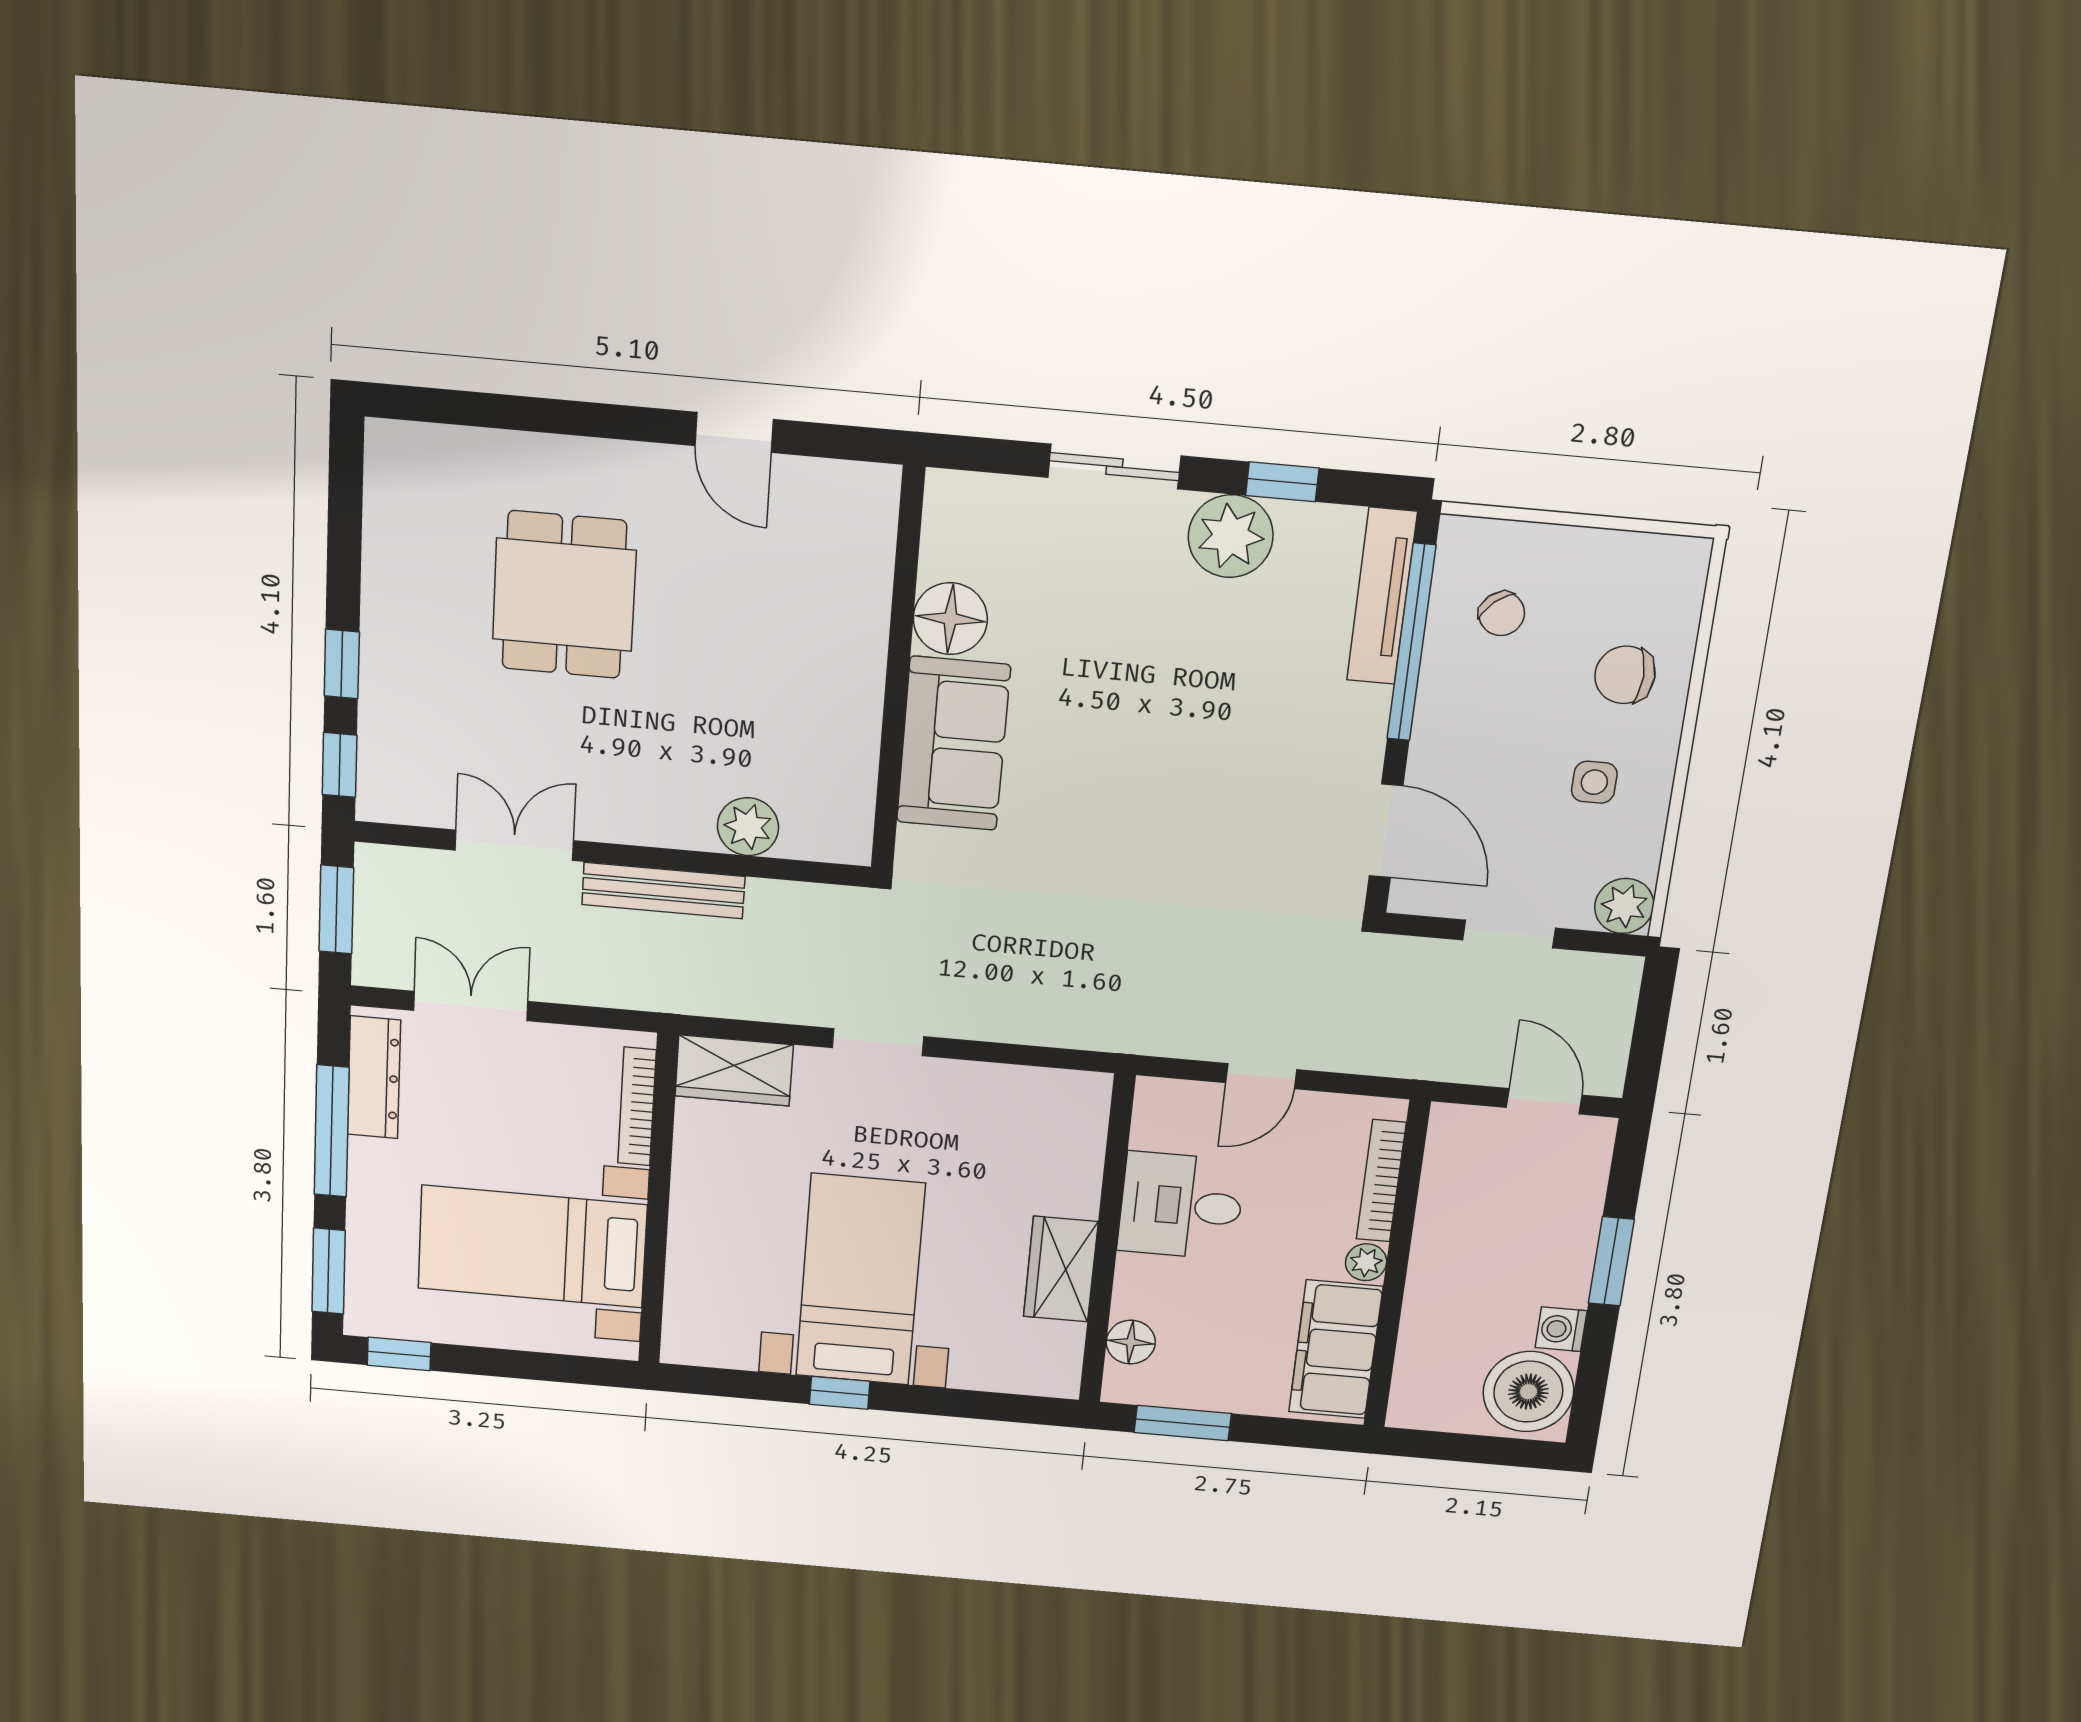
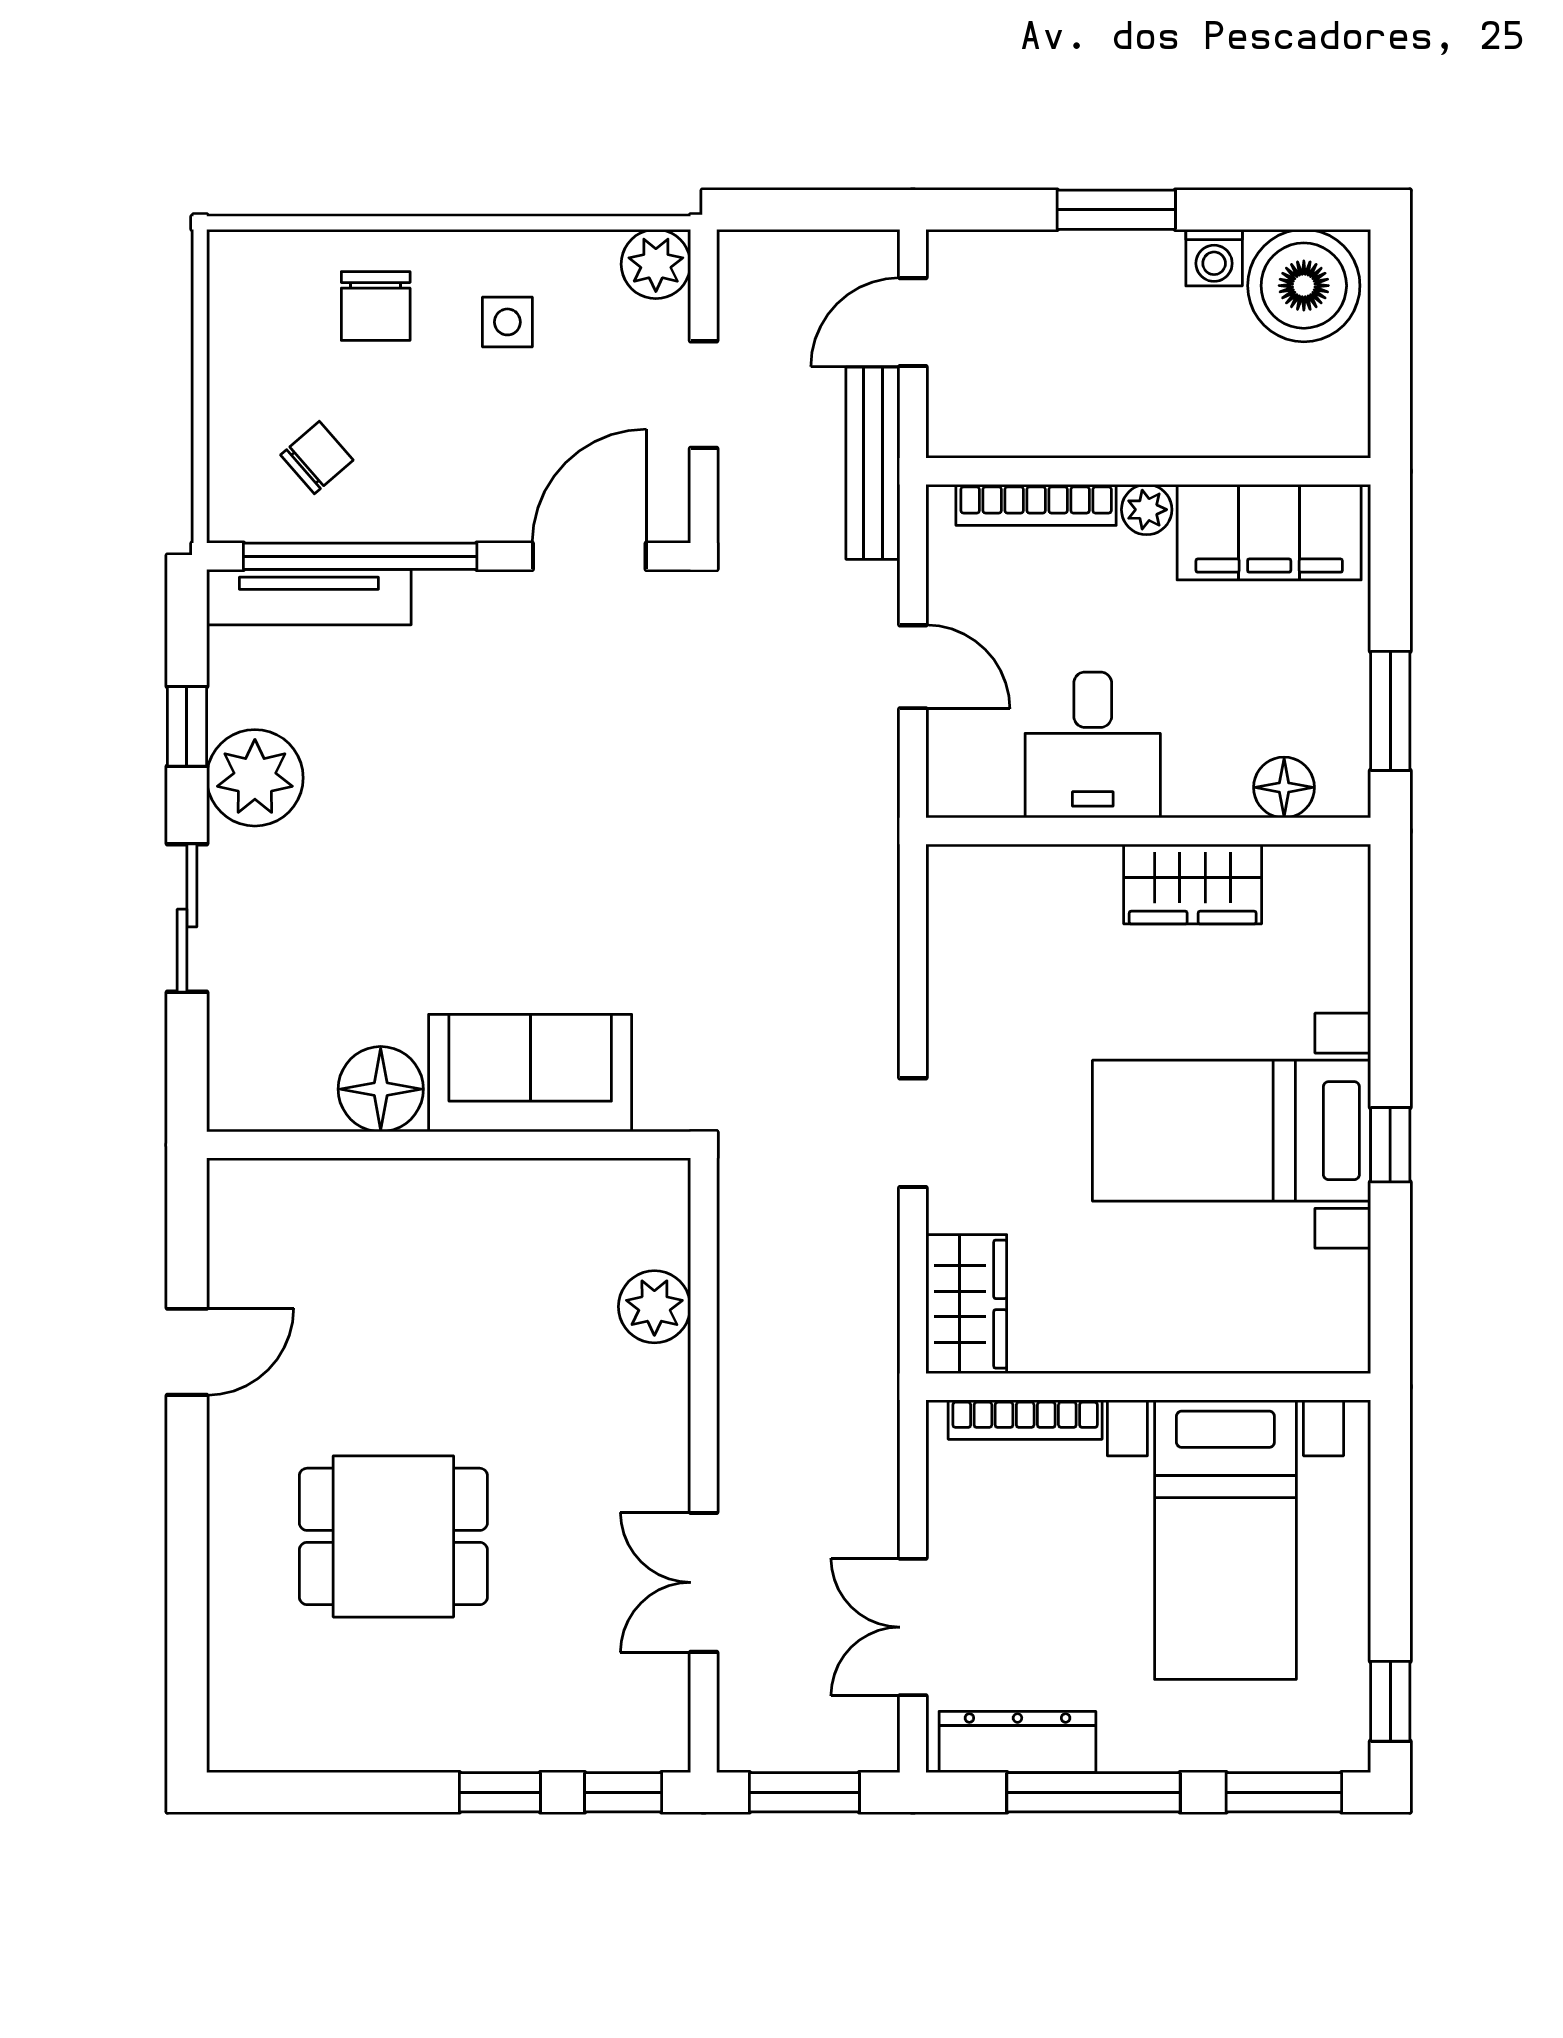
bench: (663, 890) -> (873, 463), moved

